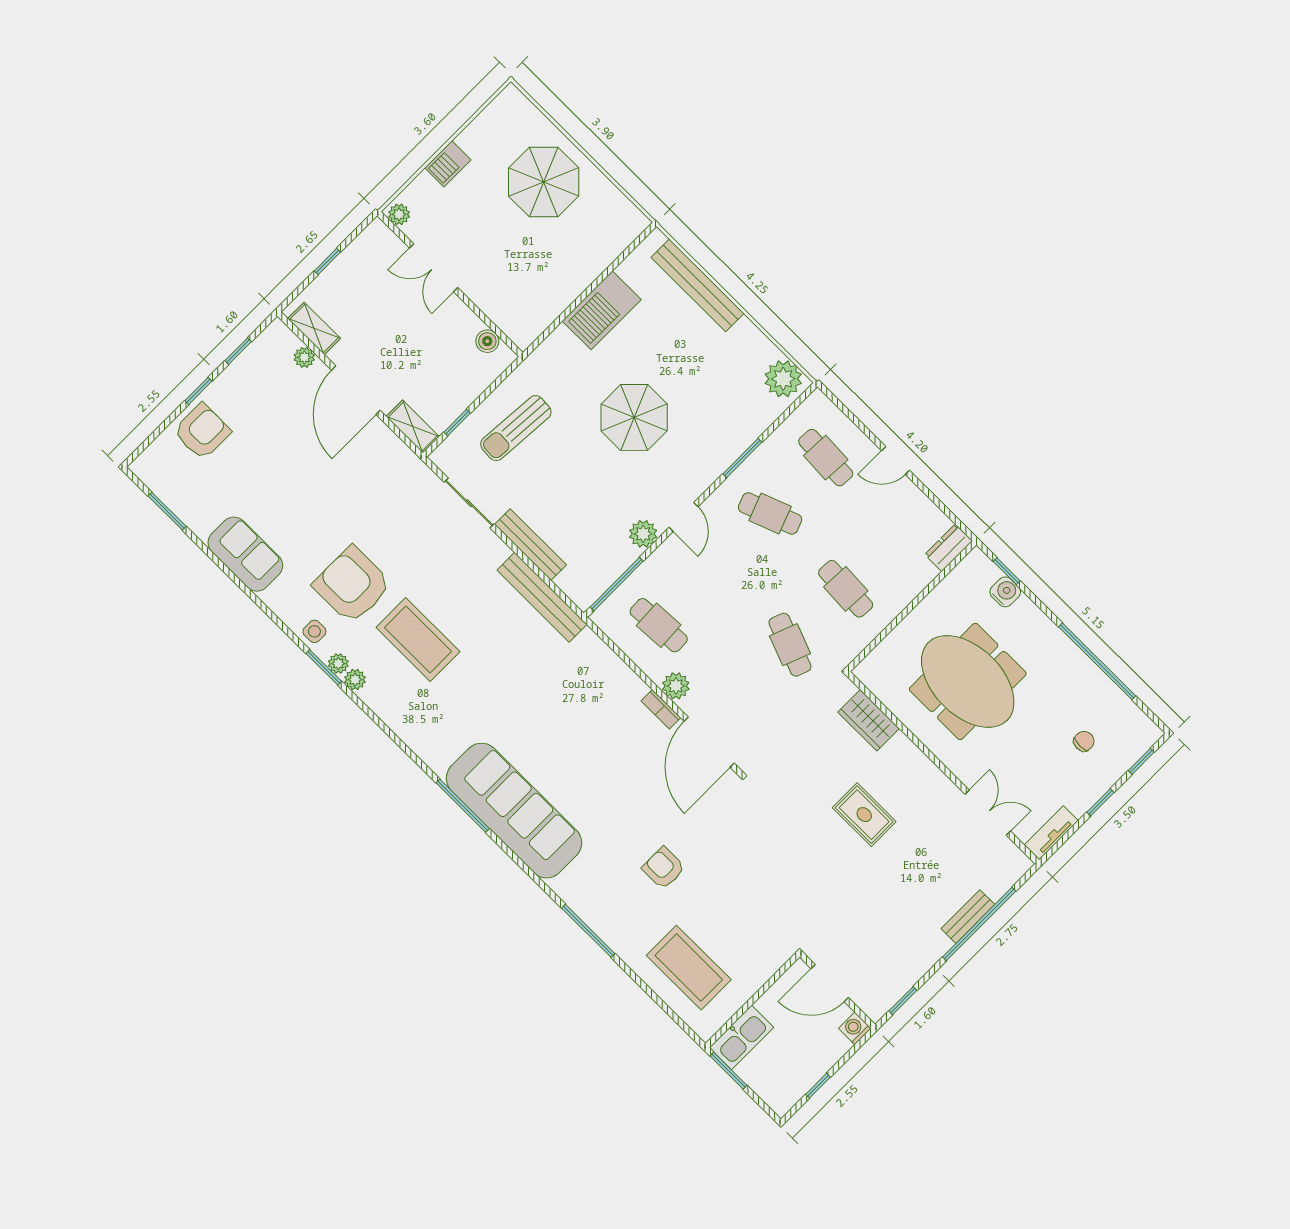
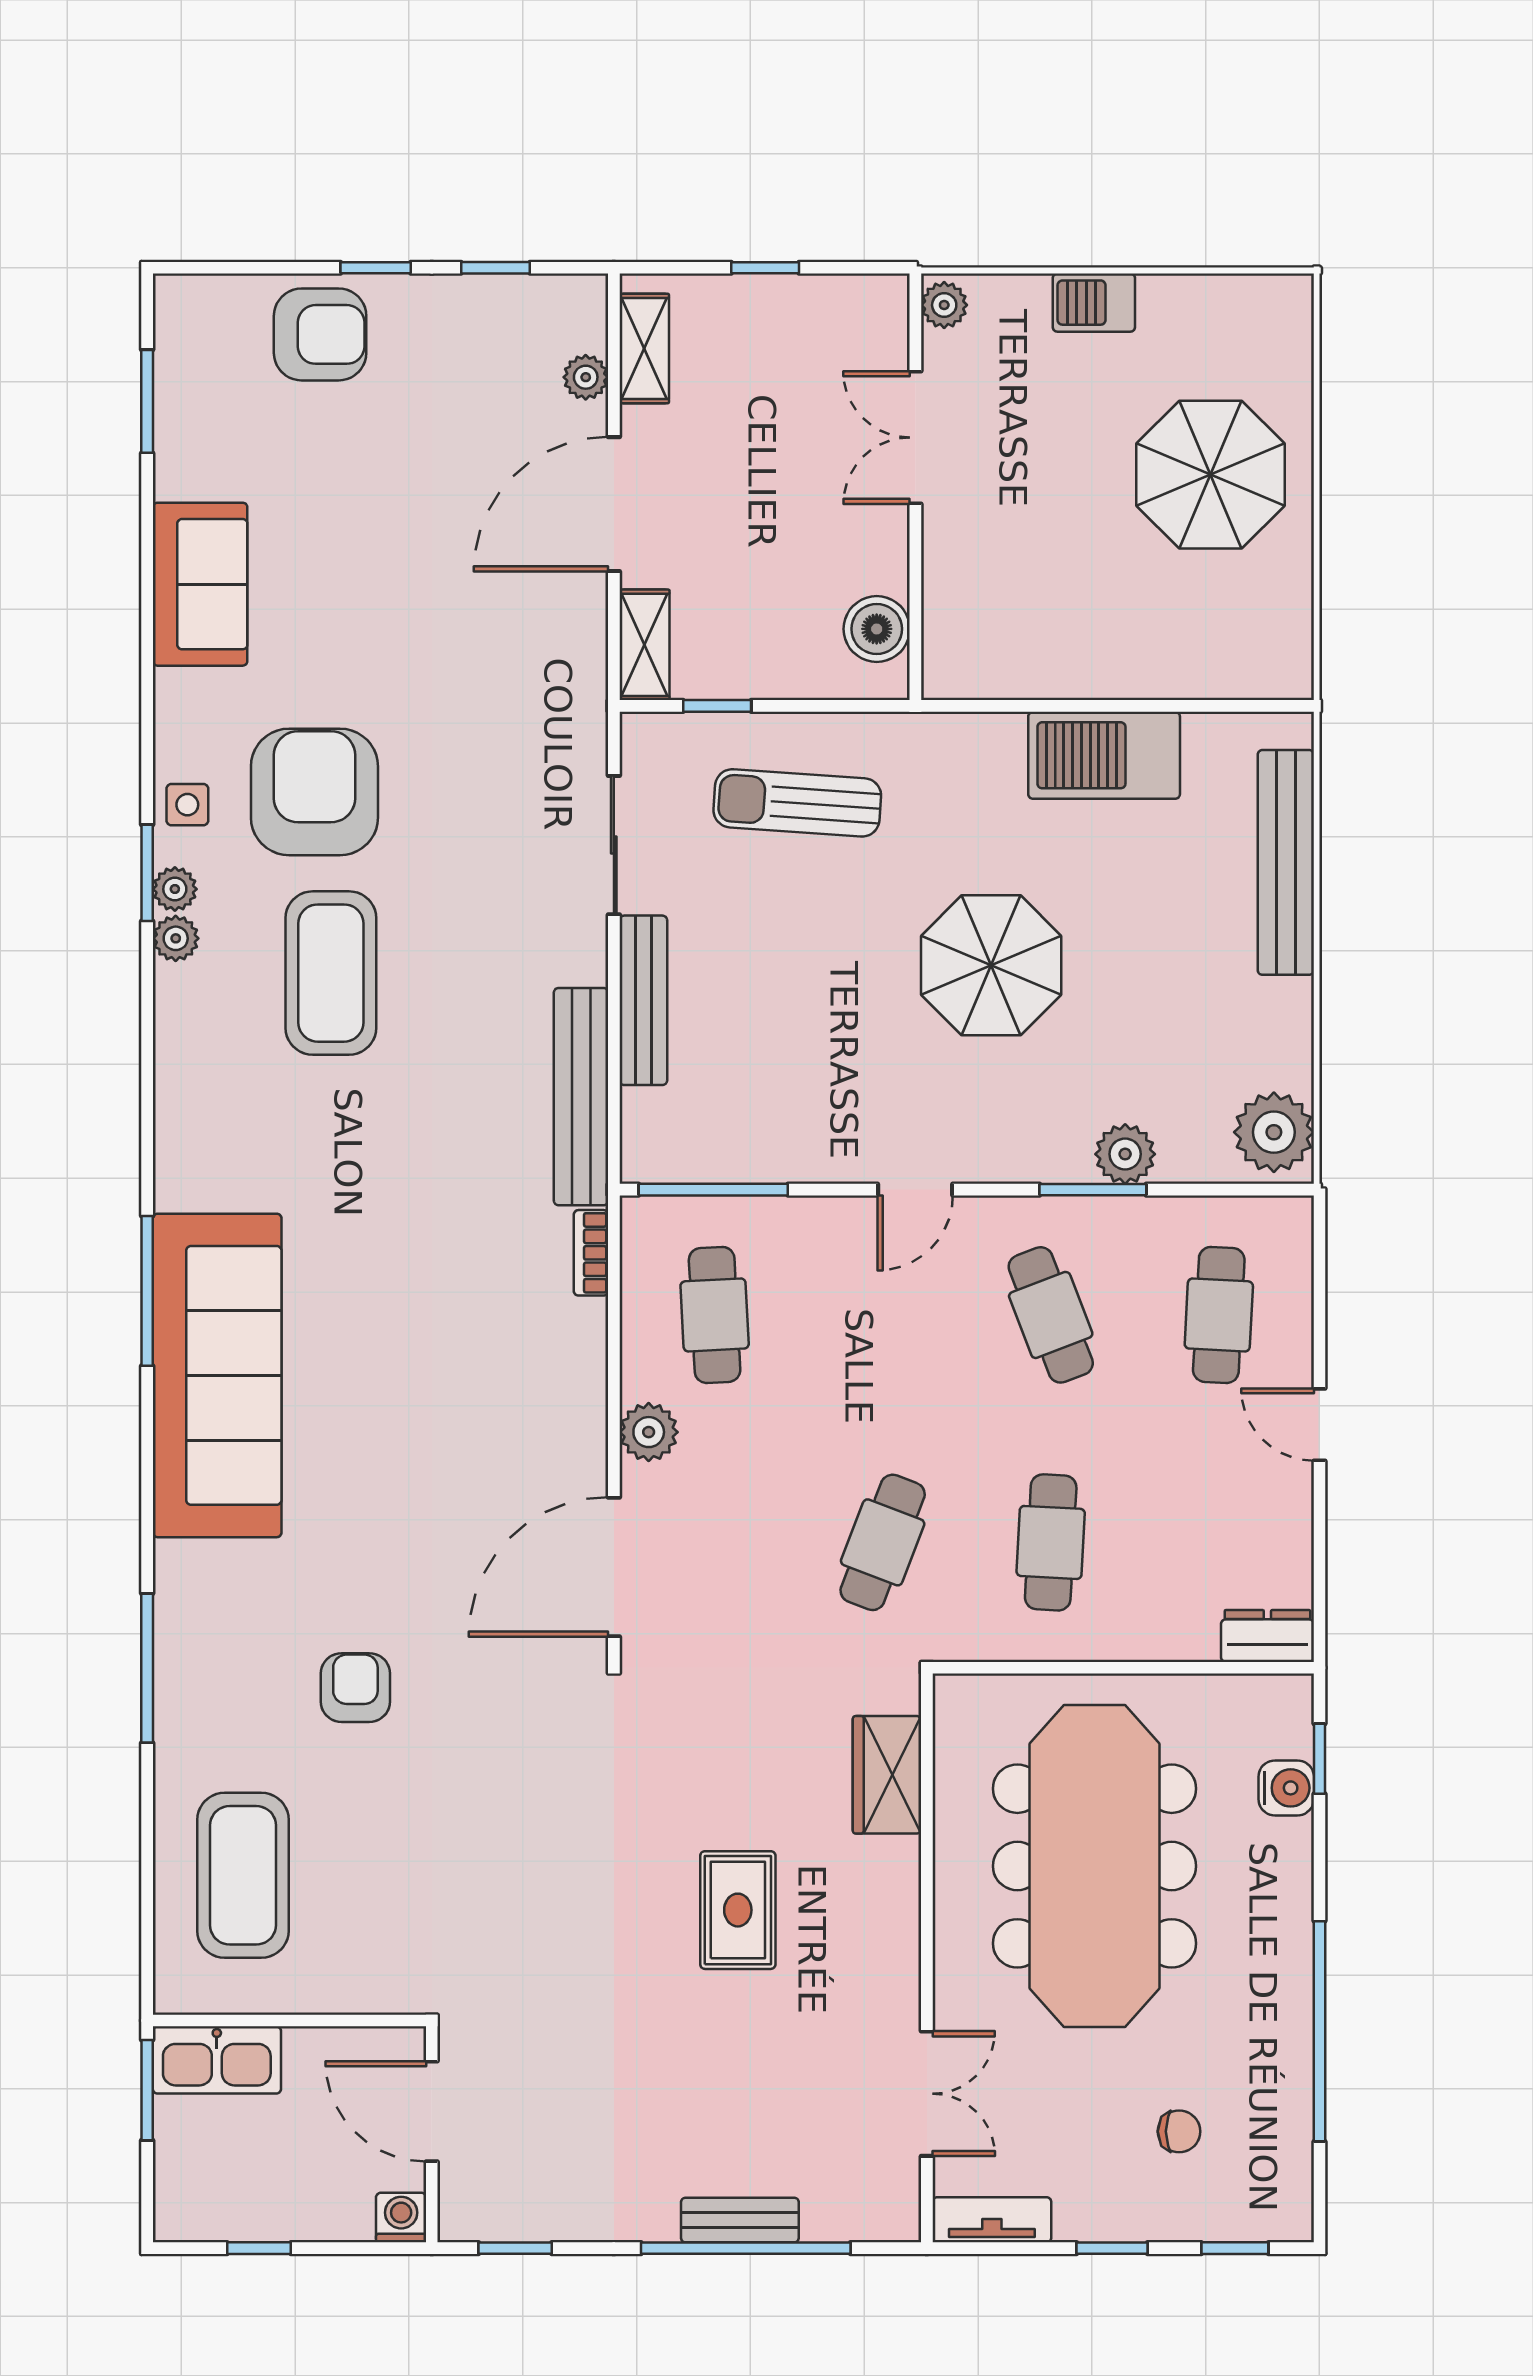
boiler: (487, 341) -> (877, 629), width x1.36, depth x1.36
plant: (643, 534) -> (1125, 1154), moved
meeting table: (968, 681) -> (1095, 1866), width x1.36
bookcase: (661, 709) -> (591, 1253), moved

